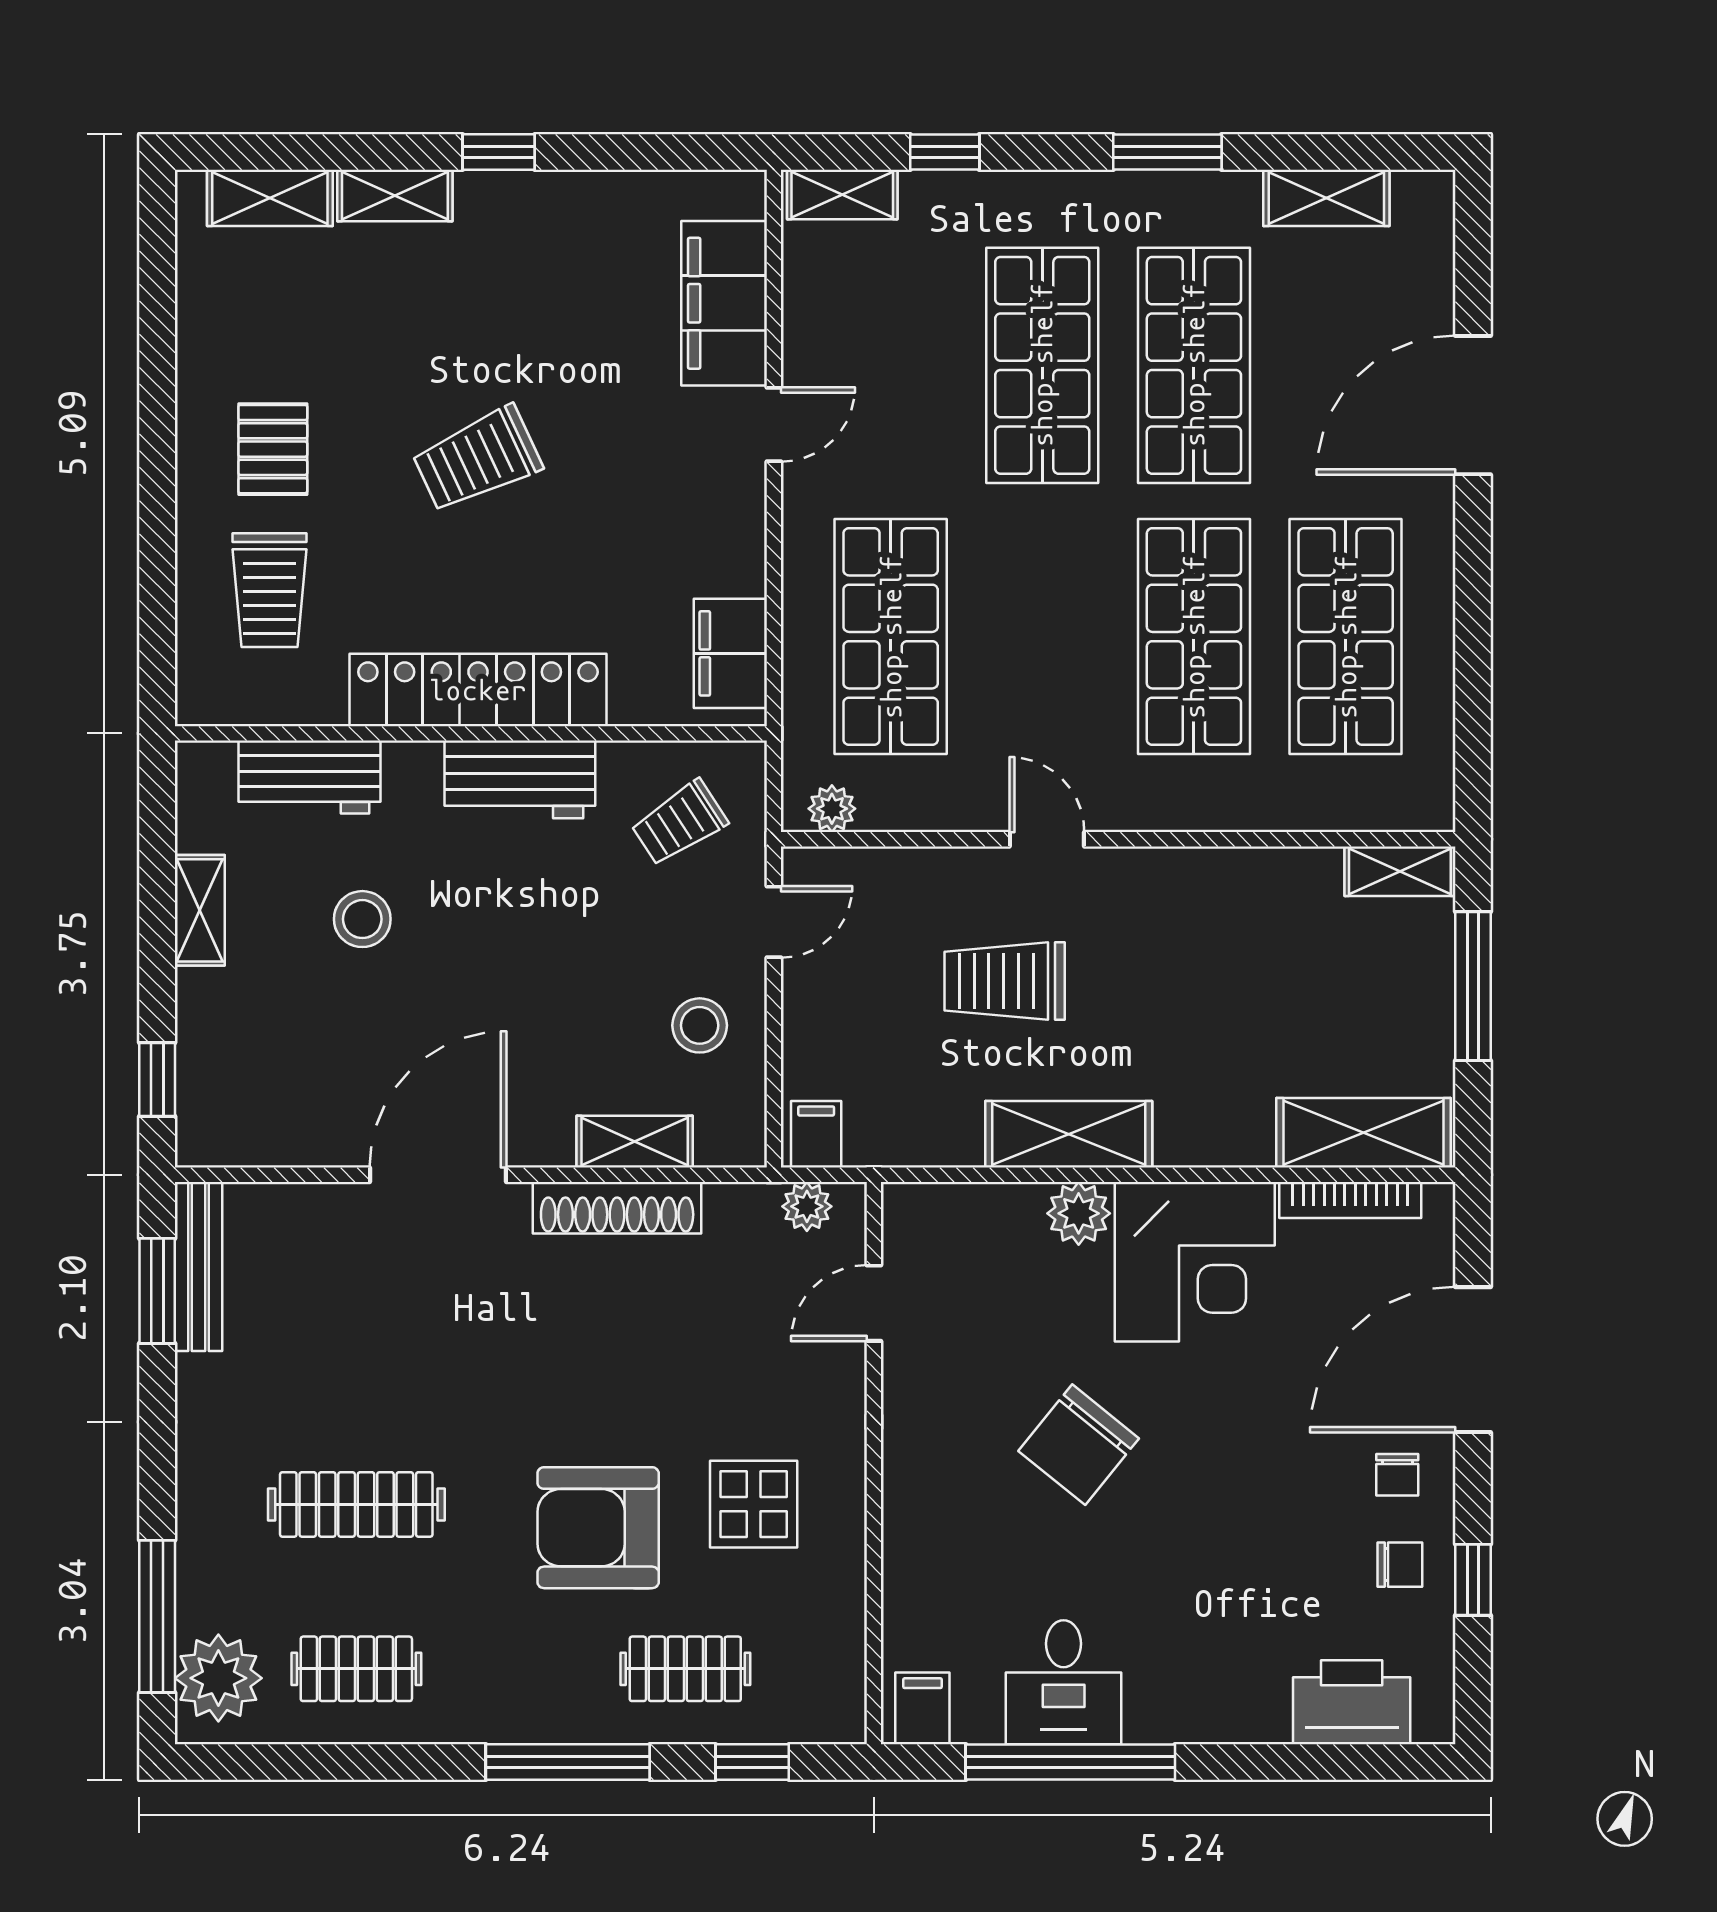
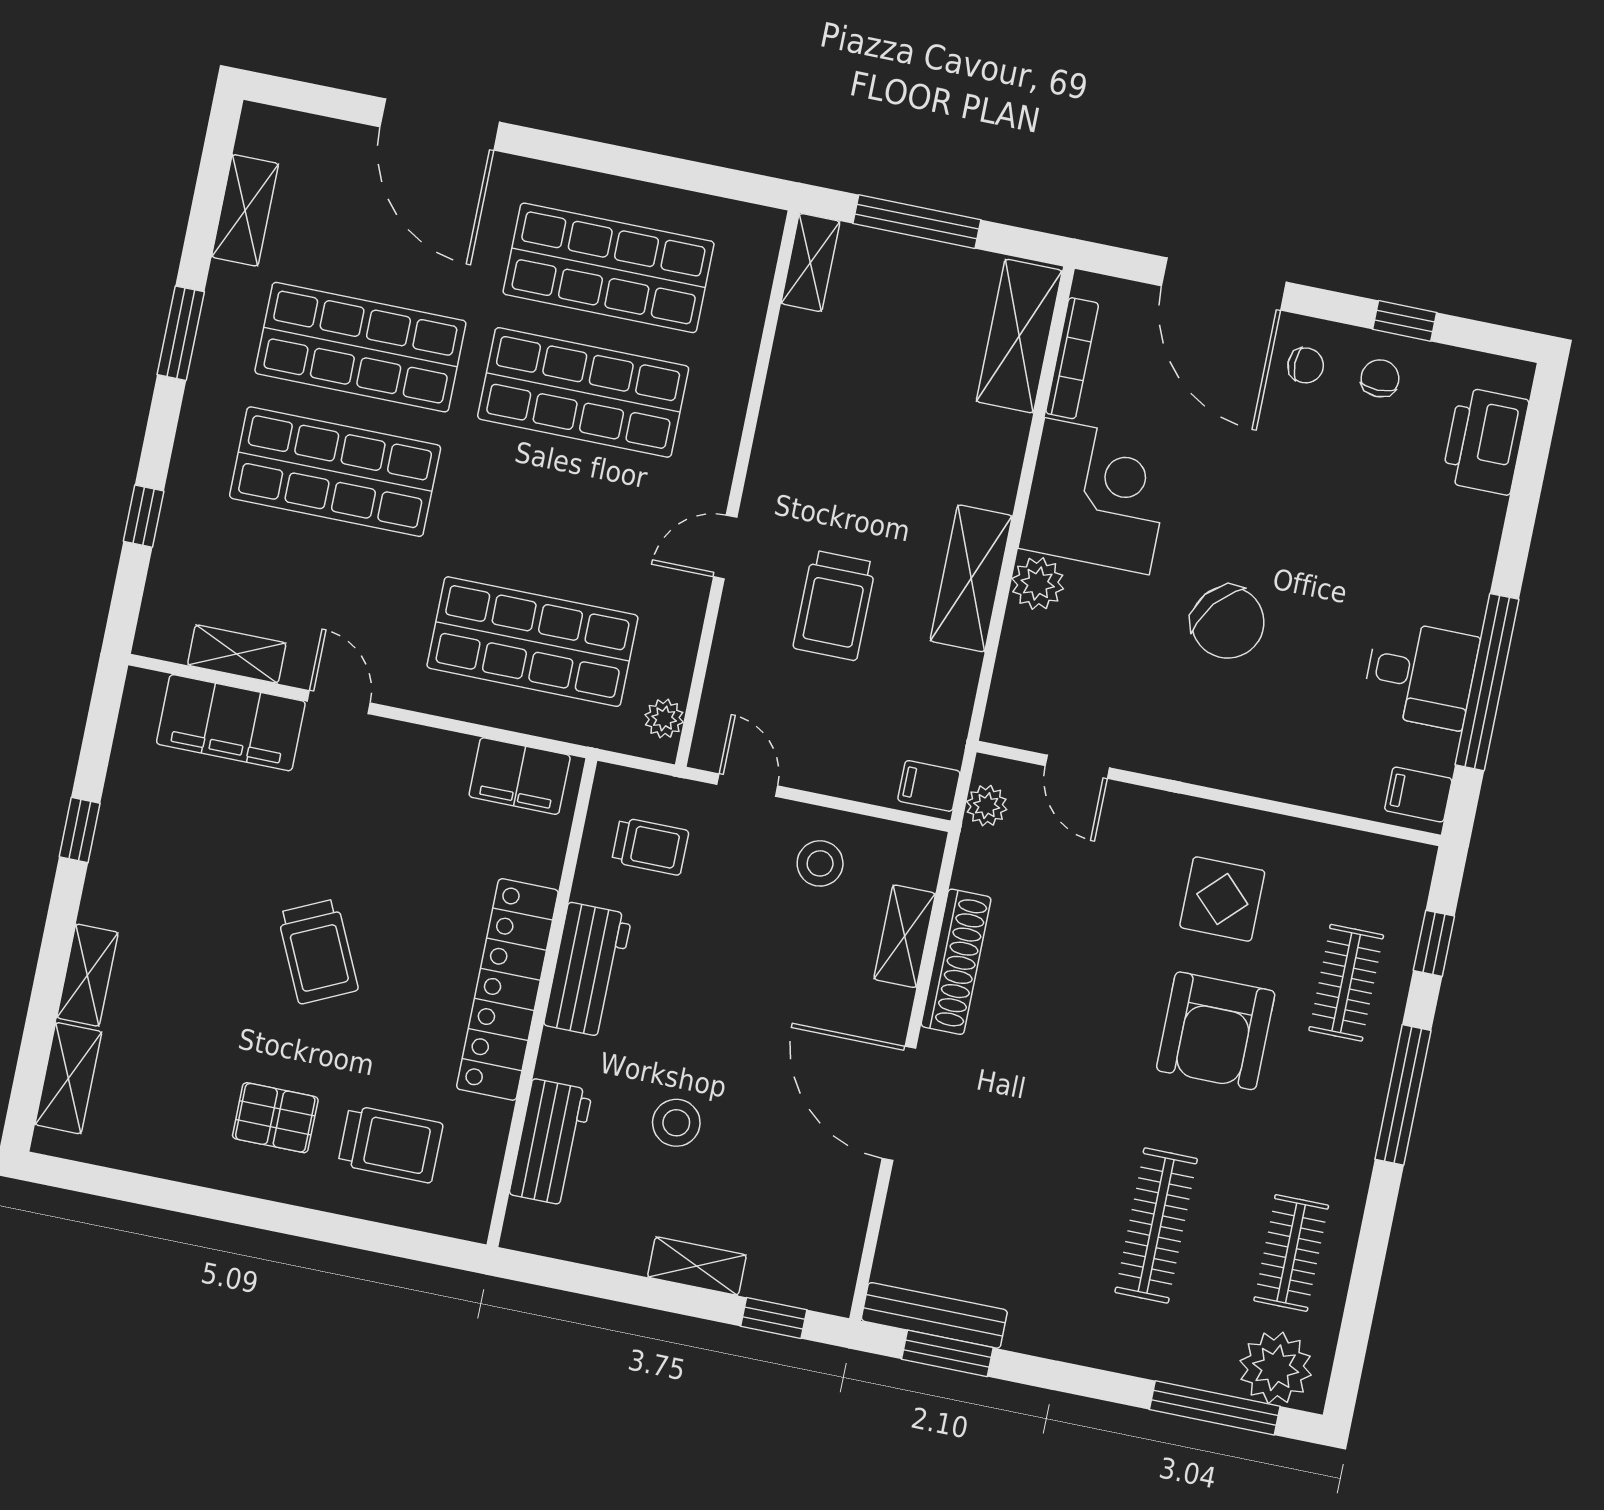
window: (499, 152) -> (80, 830), moved
shelving: (842, 194) -> (237, 654), moved, turned 90
trolley: (679, 823) -> (650, 846), turned -57
shelving: (200, 910) -> (697, 1266), moved

